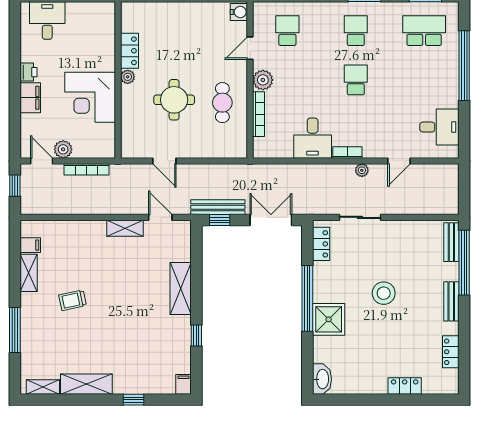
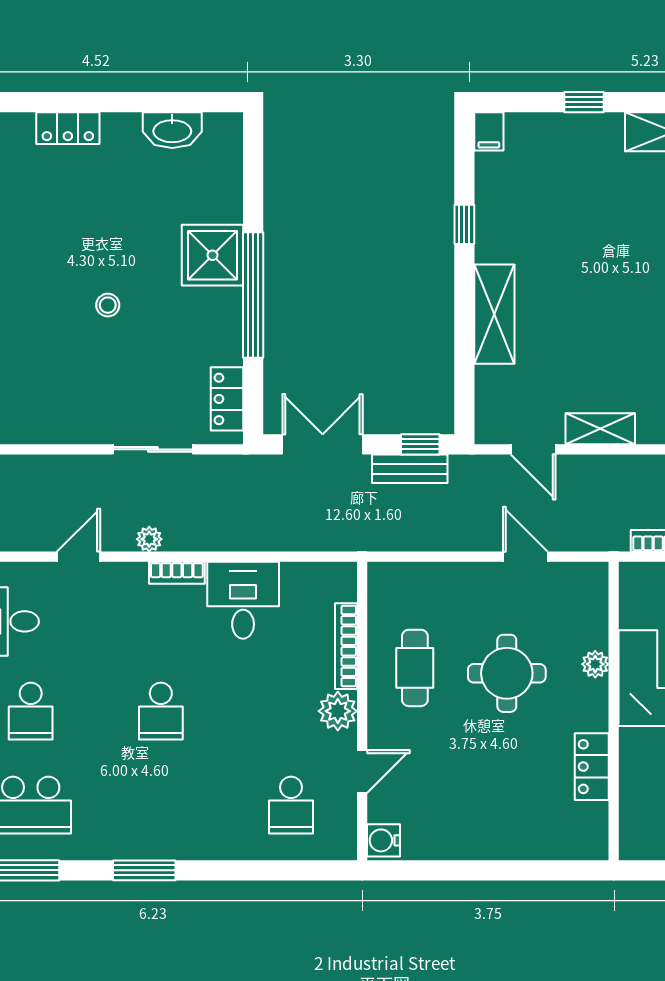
school desk: (356, 31) -> (31, 711), moved
plant: (128, 77) -> (595, 664), moved
bench: (218, 207) -> (410, 469), width x0.73
double door: (271, 220) -> (323, 444), swing flipped
stool: (384, 293) -> (108, 305), width x0.53, depth x0.53
washbasin: (322, 379) -> (172, 130), moved, turned -90

